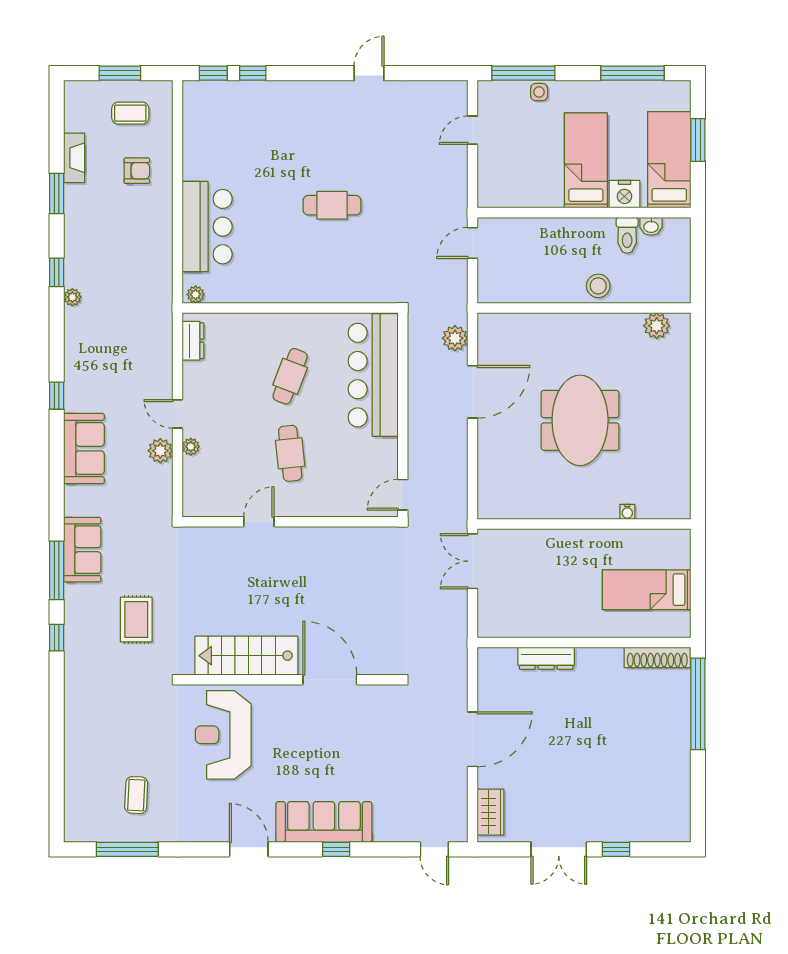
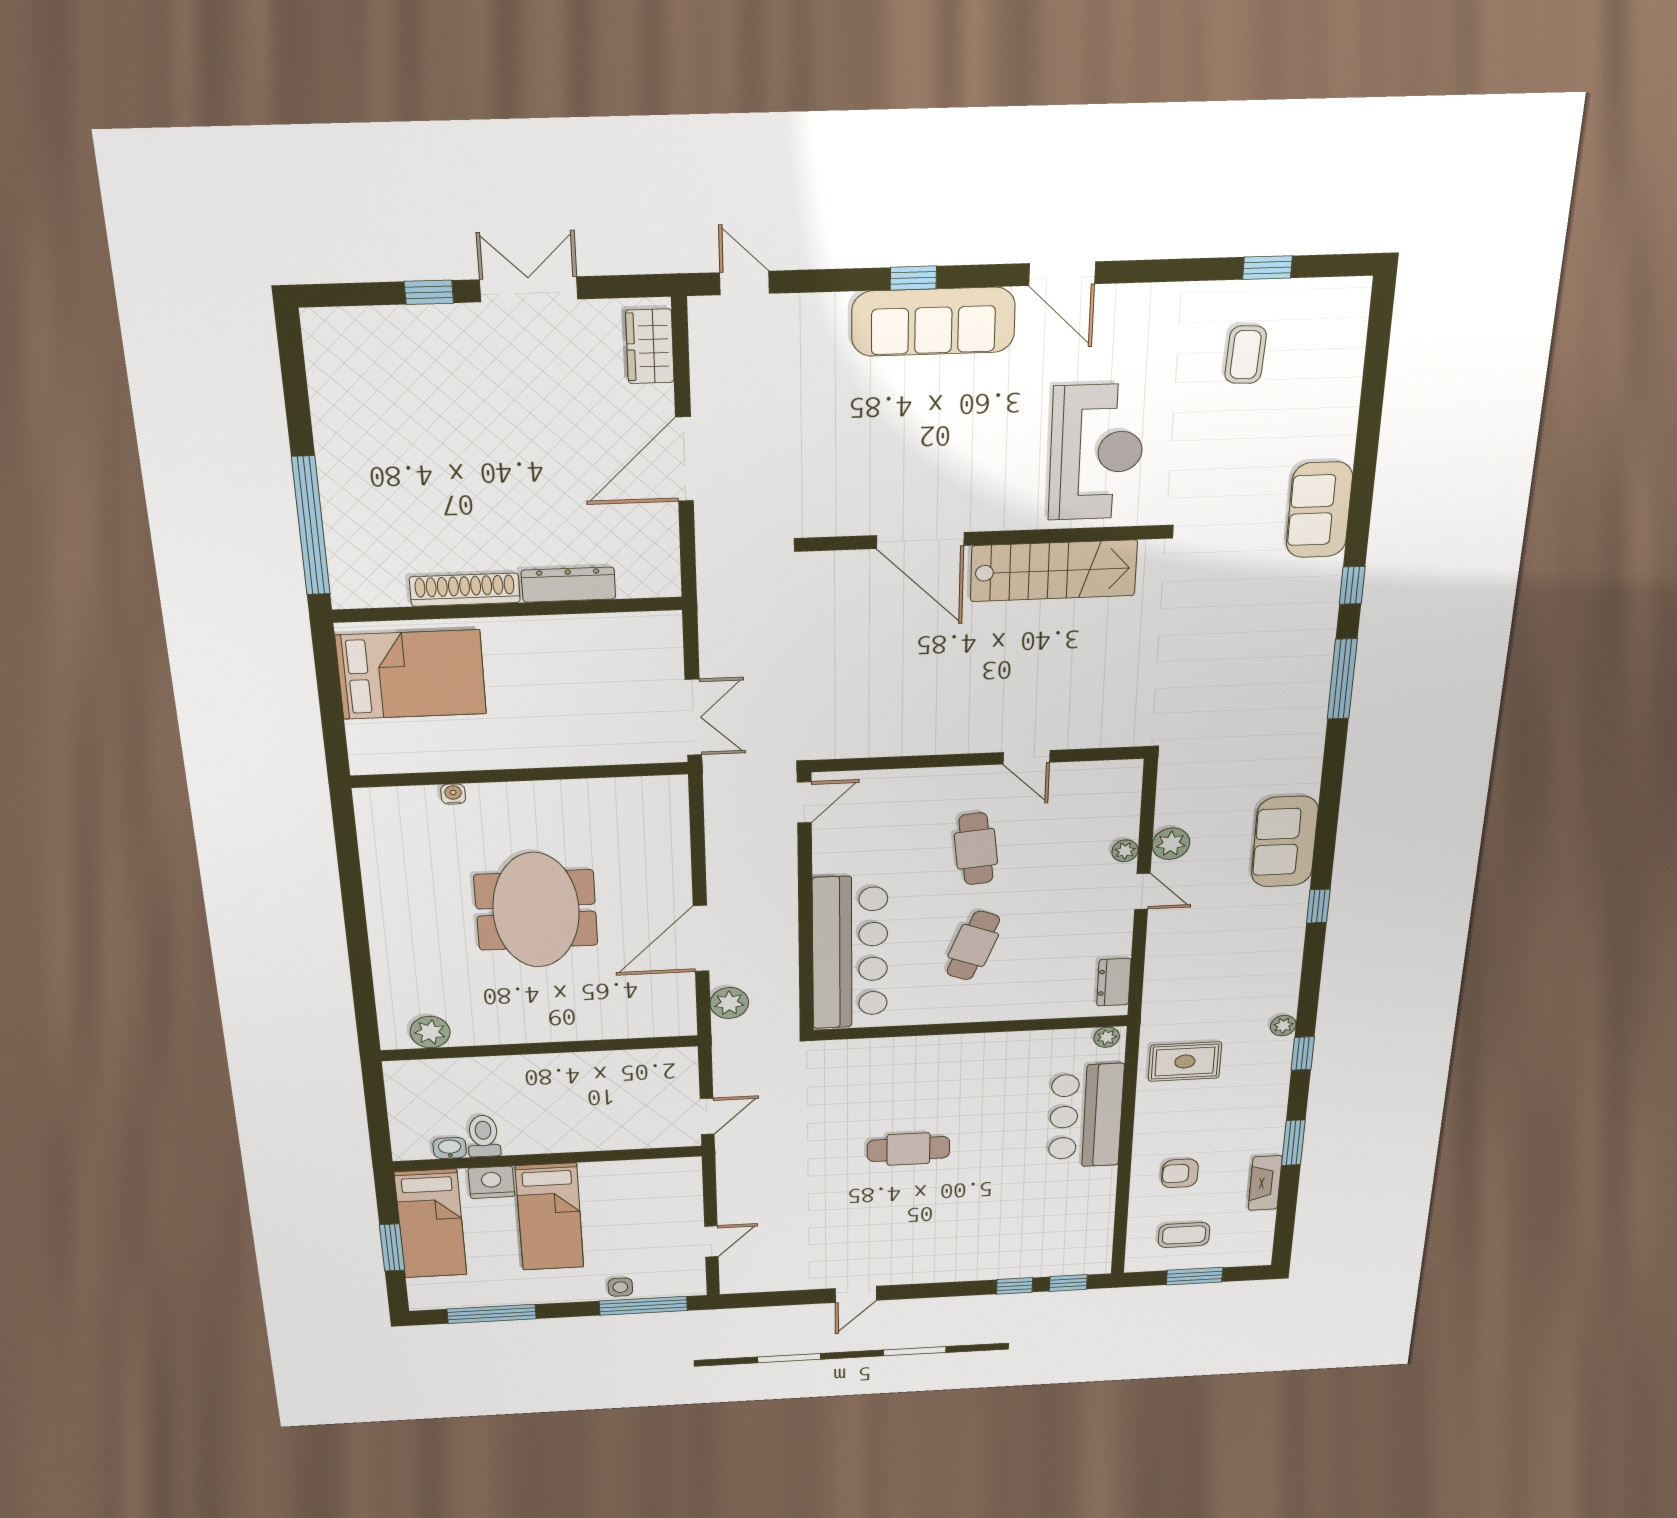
stool: (598, 286) -> (521, 1075), removed
door: (259, 522) -> (1027, 757), hinge flipped
sofa: (82, 550) -> (1319, 510), moved
bed: (647, 590) -> (411, 675), width x1.50
rug: (136, 620) -> (1185, 1062), moved, turned 90
shoe rack: (657, 657) -> (465, 590), moved
window: (127, 849) -> (1267, 268), width x0.46

